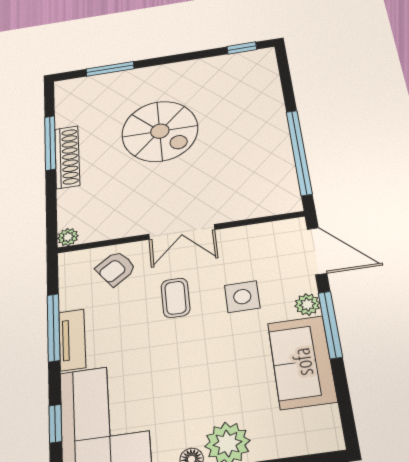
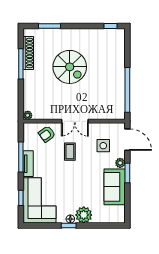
shoe rack: (67, 157) -> (28, 53), moved
side table: (242, 297) -> (103, 146), moved
window: (330, 325) -> (127, 173), width x0.69

